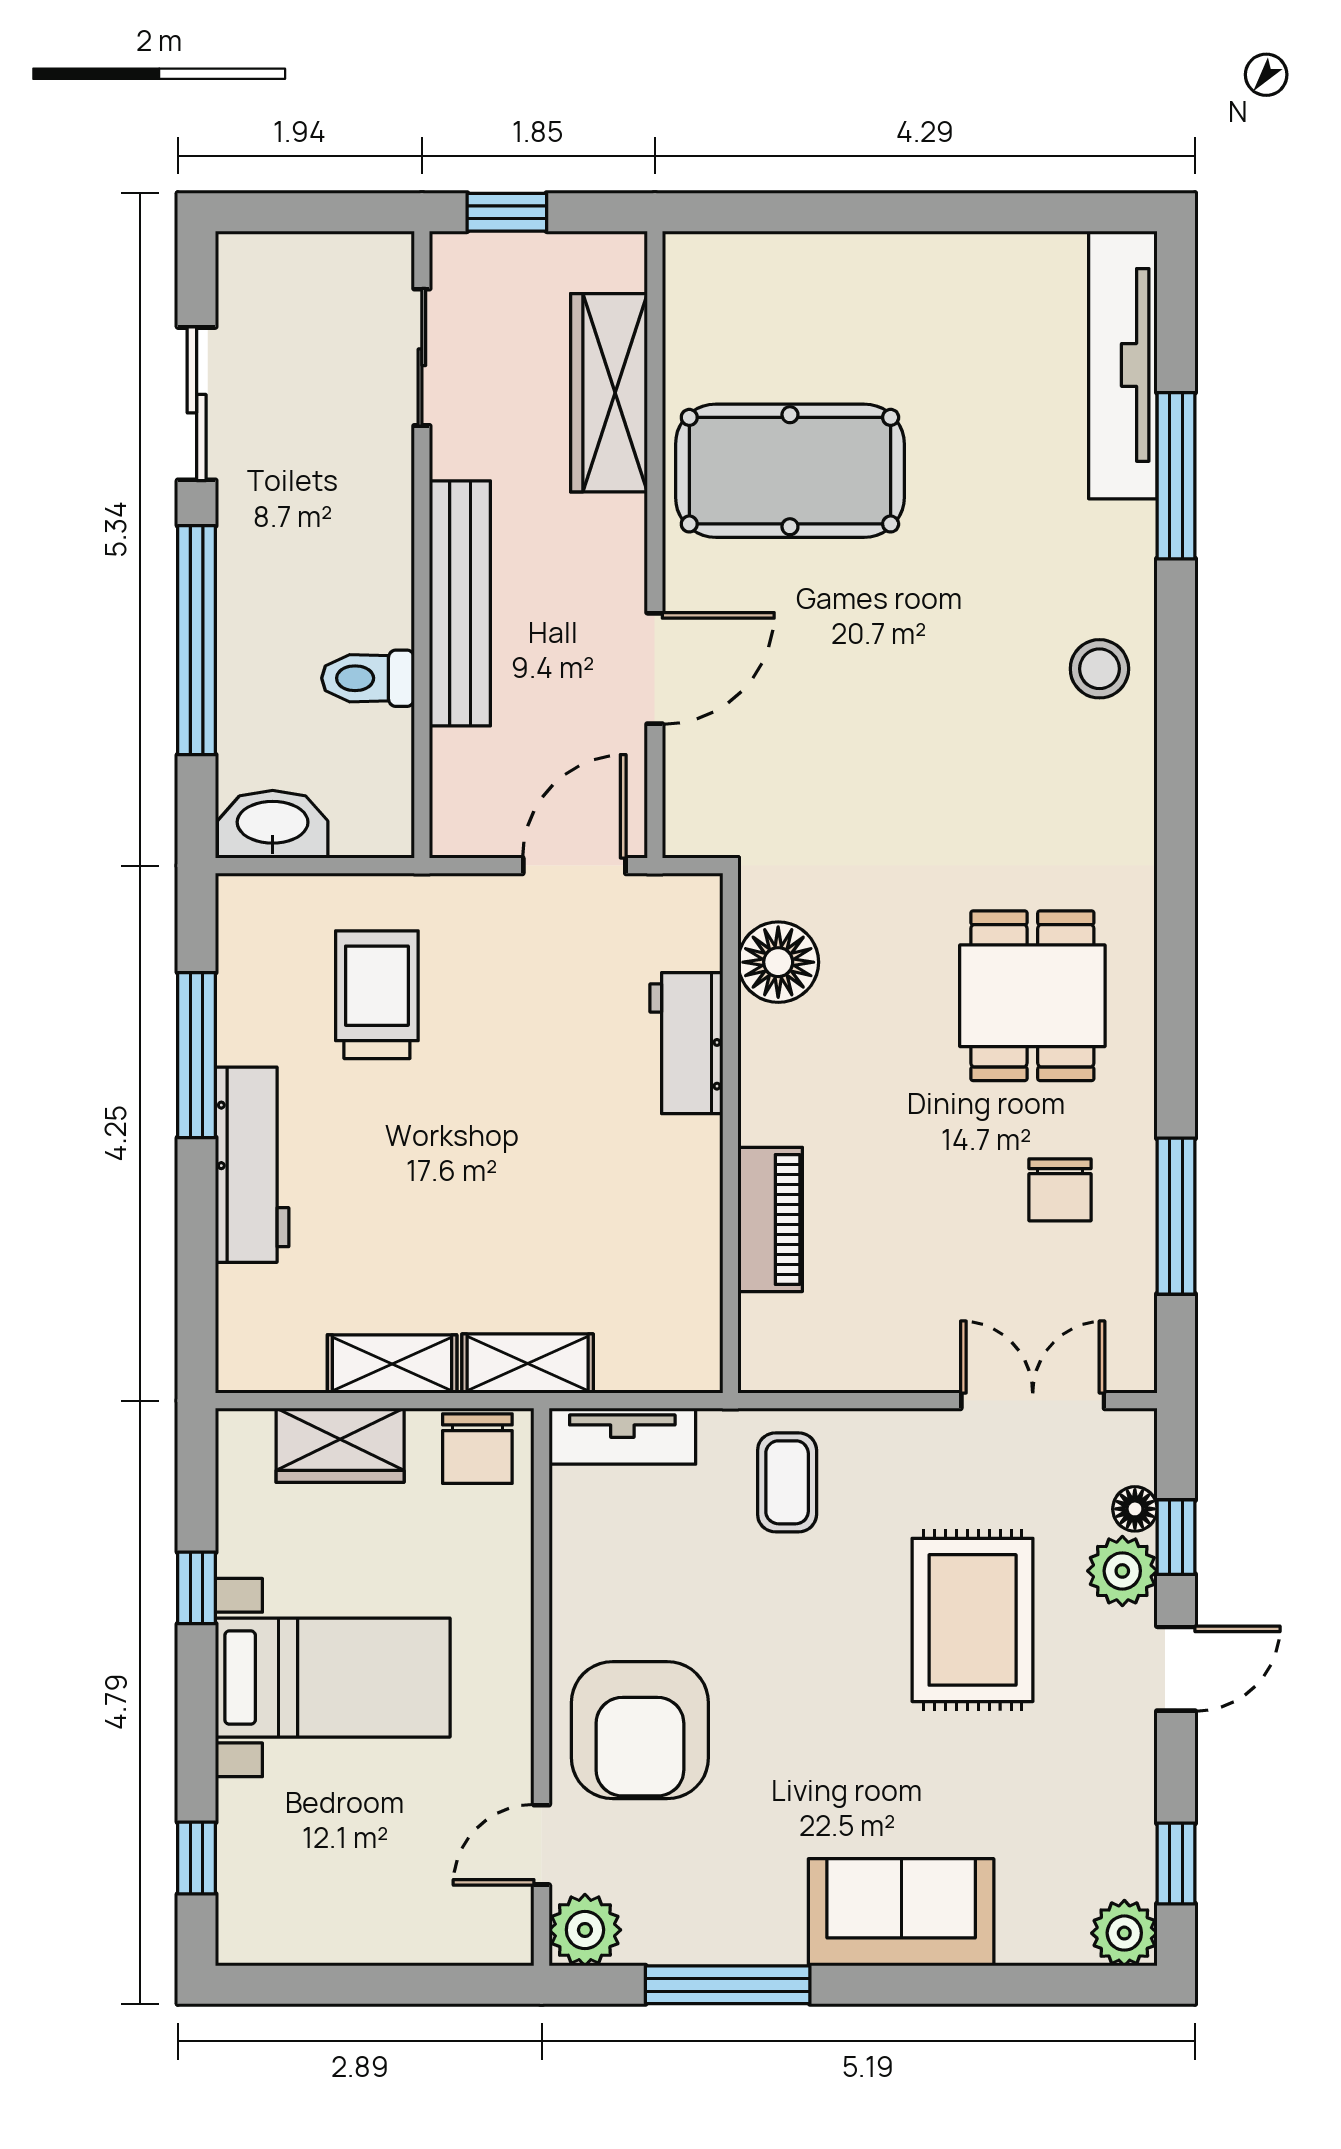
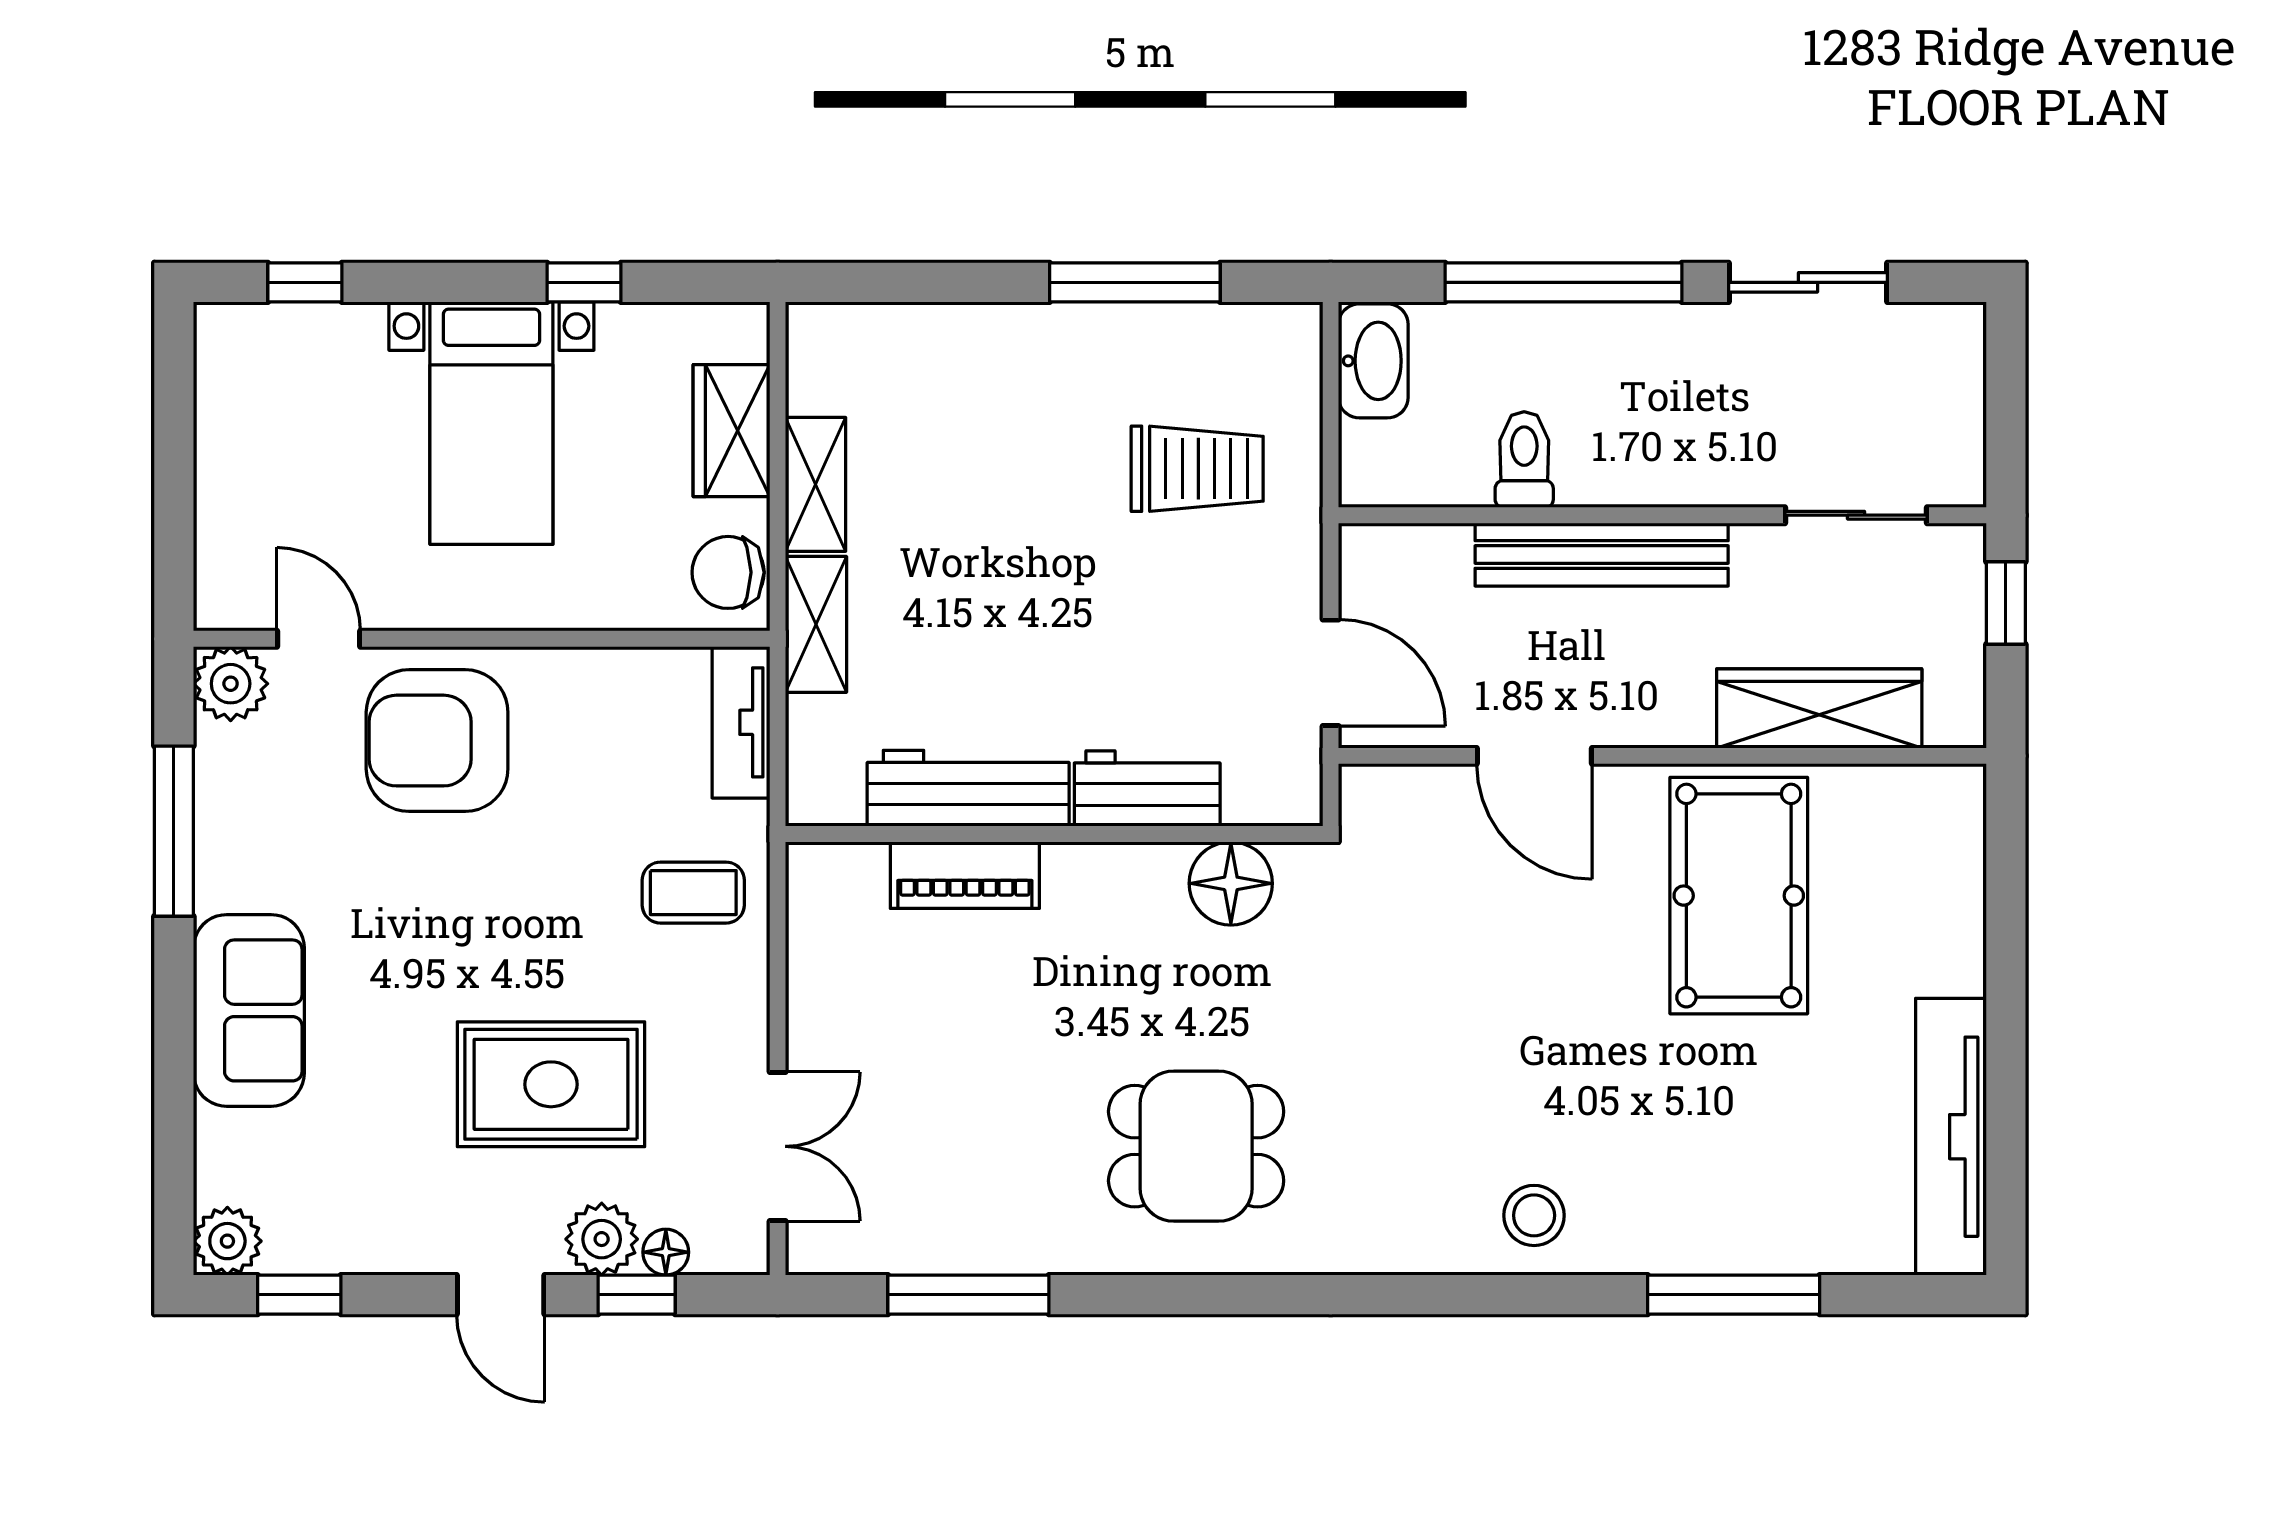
tv unit: (1123, 365) -> (1951, 1137), moved, turned -90
workbench: (252, 1165) -> (968, 788), moved, turned 180
chair: (1060, 1190) -> (996, 1175), removed

